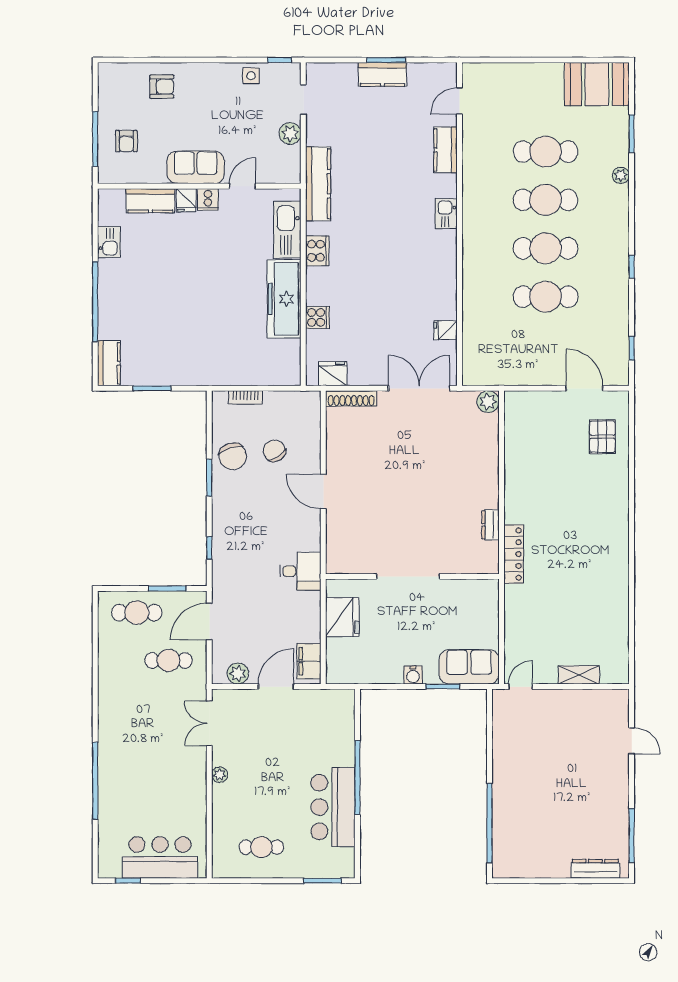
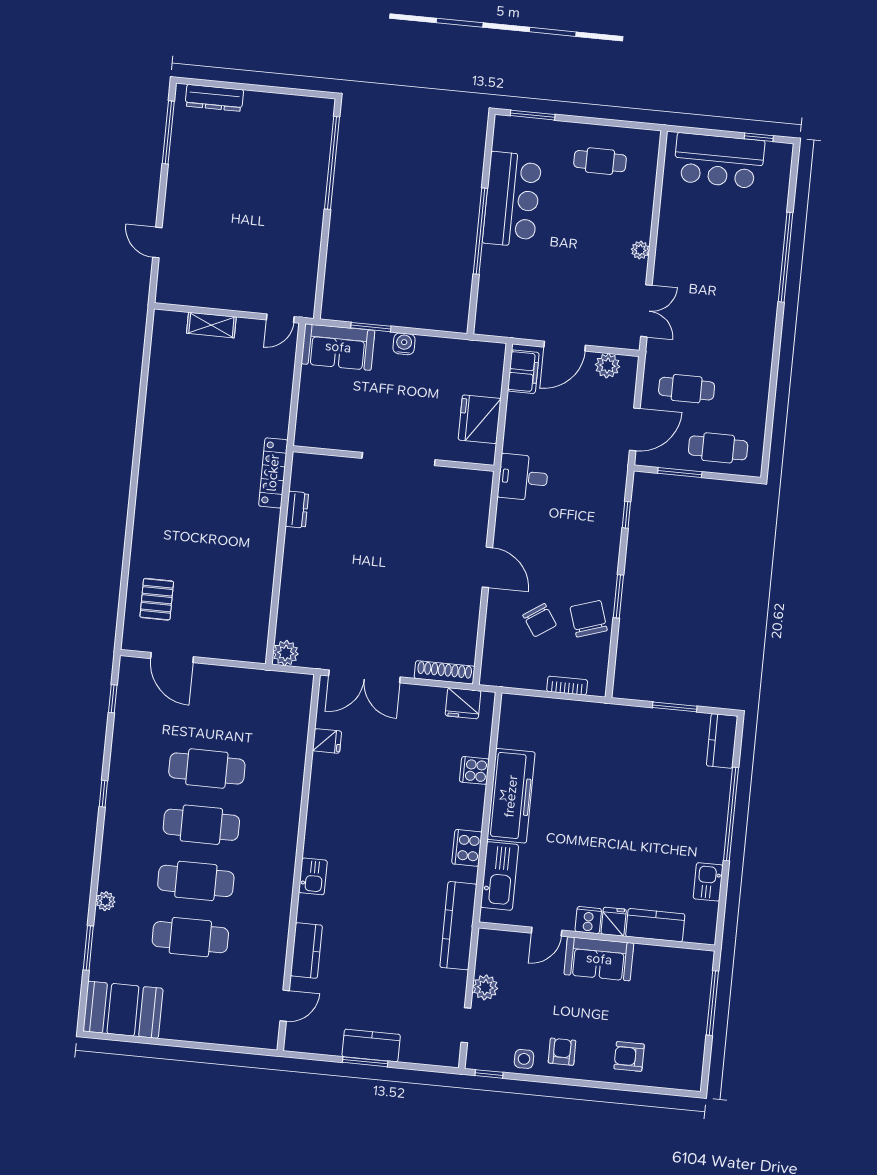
armchair: (126, 141) -> (562, 1052), moved

